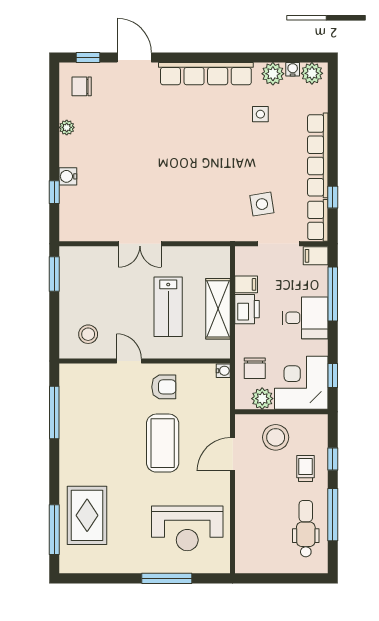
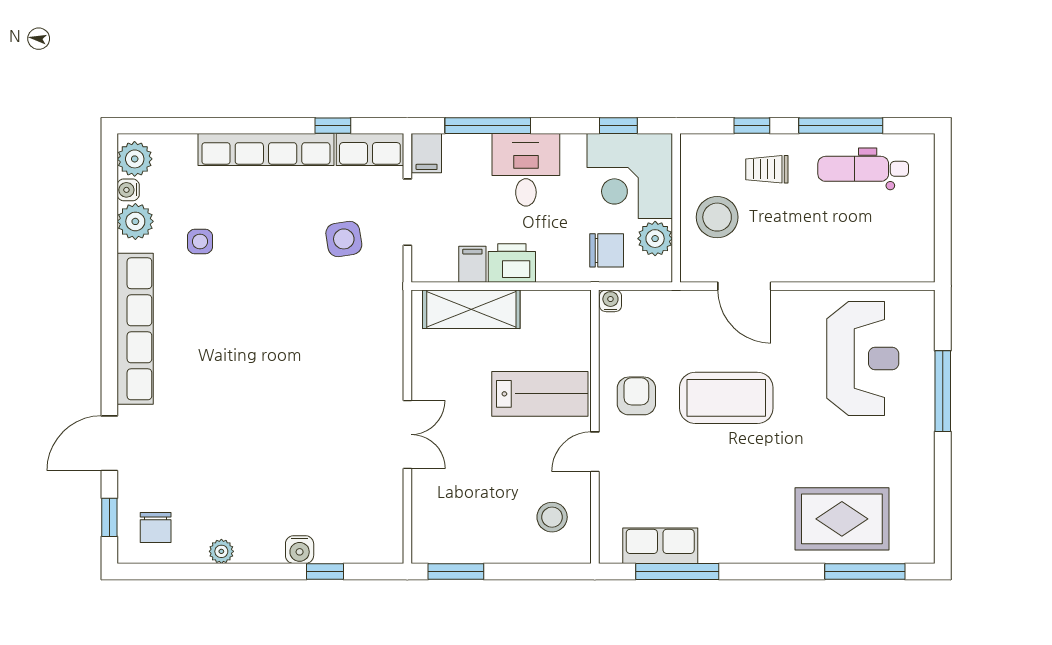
lab bench: (168, 307) -> (540, 394), moved
shelving: (218, 309) -> (471, 309), moved
row of seats: (70, 402) -> (660, 546), added

